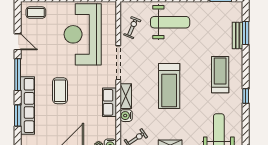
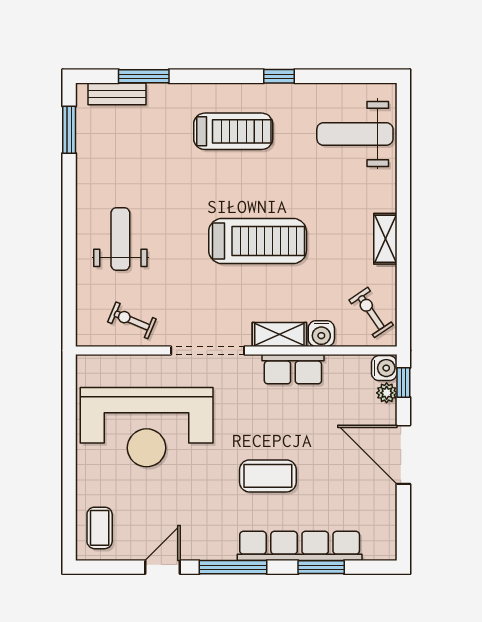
weight bench: (170, 22) -> (120, 239), width x0.73, depth x0.75
bench: (238, 36) -> (117, 94), moved
treadmill: (220, 75) -> (233, 131), turned 180

